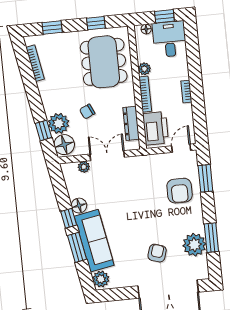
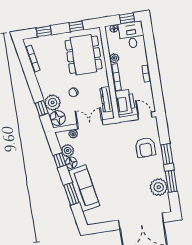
door: (181, 148) -> (145, 116), hinge flipped
window: (205, 178) -> (167, 154), moved
window: (69, 218) -> (60, 160), moved
armchair: (157, 253) -> (131, 195), removed
plant: (101, 279) -> (68, 151), moved

